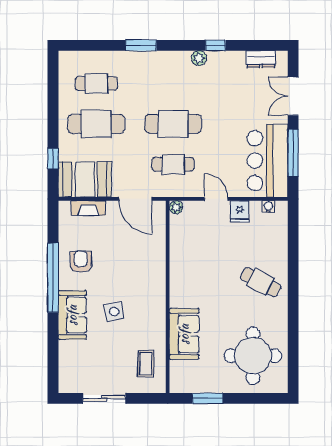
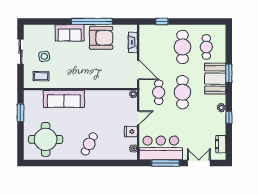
booth: (85, 179) -> (215, 79), moved
door: (135, 199) -> (138, 70), swing flipped
armchair: (81, 262) -> (101, 38), width x1.88, depth x1.88
side table: (114, 312) -> (44, 56), moved
sofa: (184, 334) -> (64, 99), width x1.36

